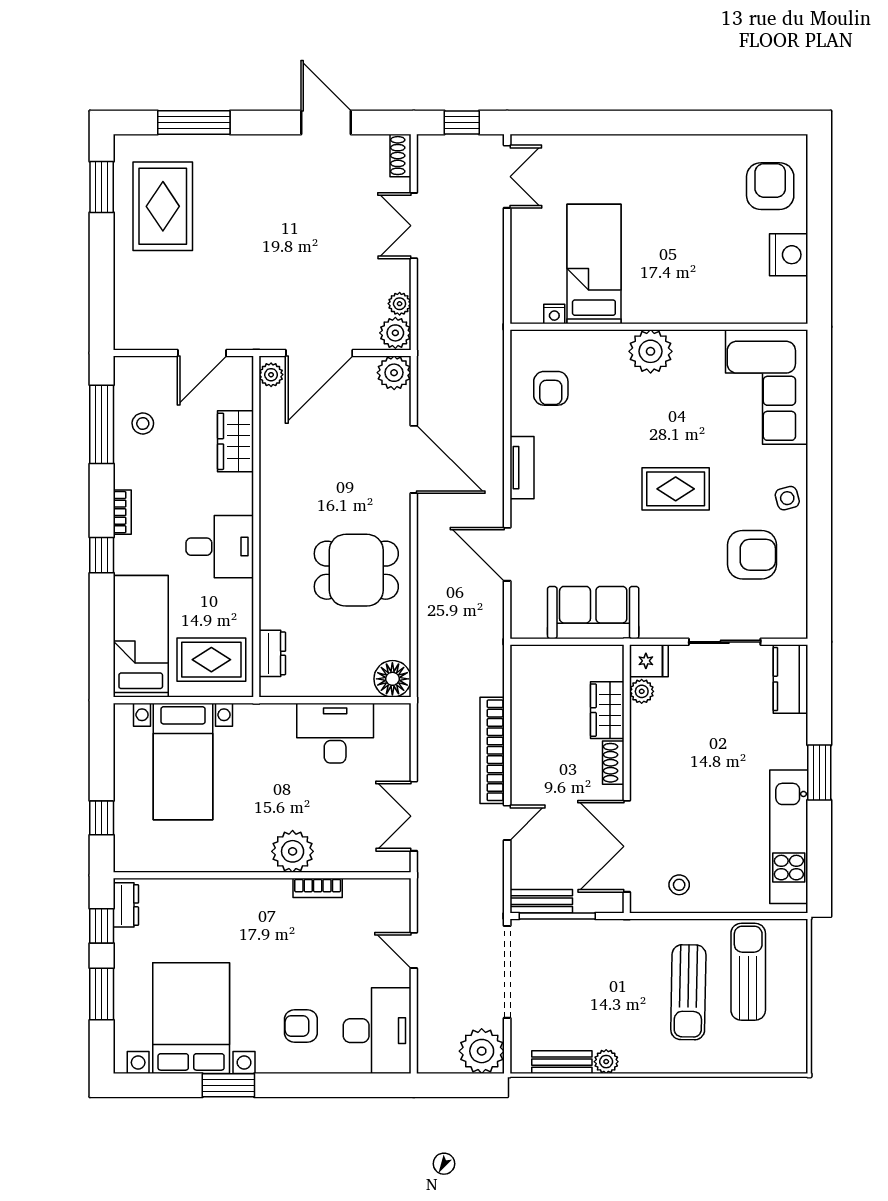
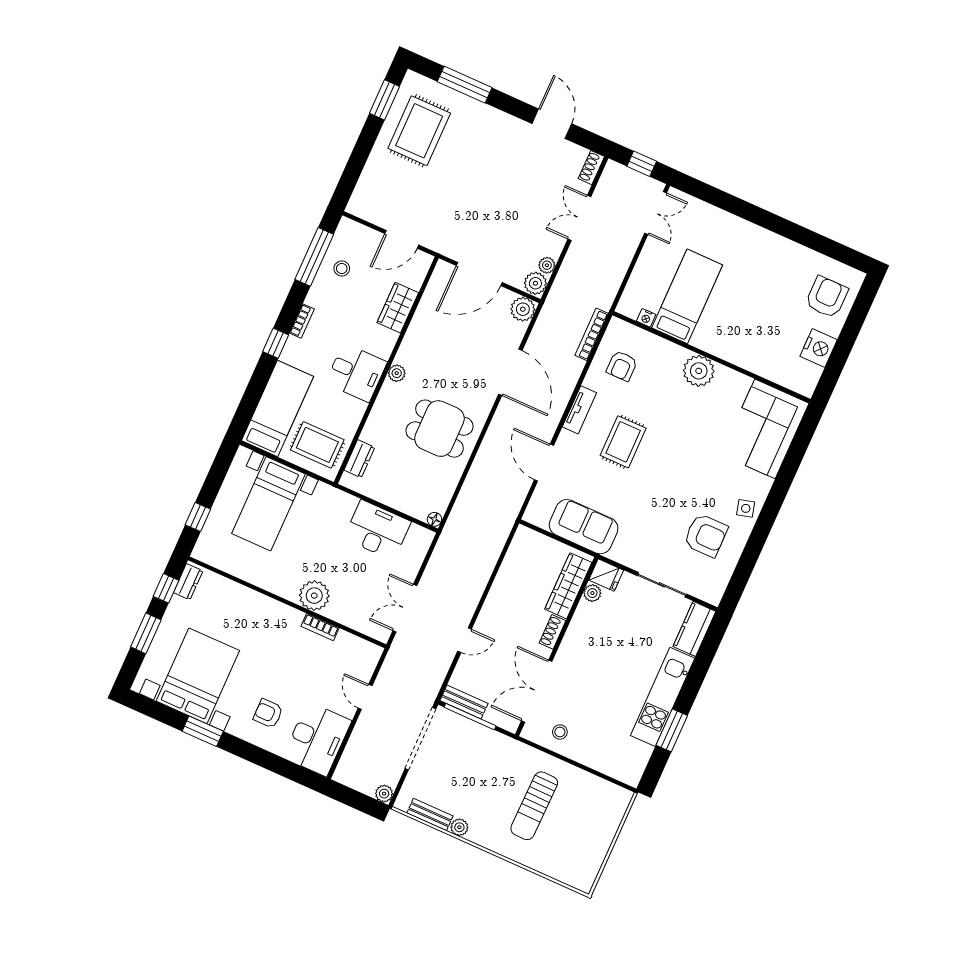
plant: (271, 375) -> (397, 373), moved
rug: (676, 489) -> (623, 442), moved, turned 90
floor lamp: (392, 679) -> (434, 519), width x0.53, depth x0.53
wardrobe: (607, 710) -> (568, 586), width x1.50
bookcase: (492, 750) -> (592, 334), moved, width x0.68, depth x0.76
window: (819, 773) -> (672, 730), moved
kitchen unit: (789, 837) -> (663, 697), moved
sun lounger: (748, 972) -> (580, 810), removed
plant: (482, 1051) -> (384, 794), width x0.53, depth x0.53

